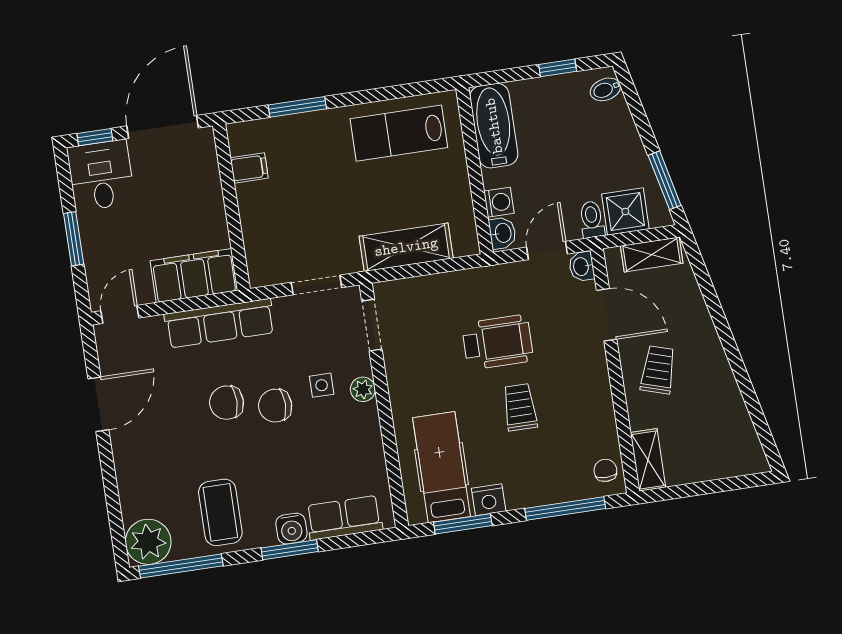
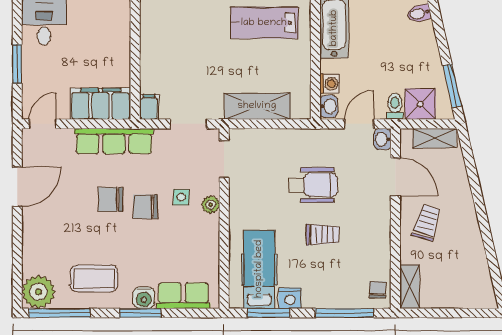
filing cabinet: (249, 168) -> (149, 107), moved, turned -90
trolley: (520, 407) -> (323, 235), turned 90
coffee table: (220, 512) -> (94, 278), turned 90

